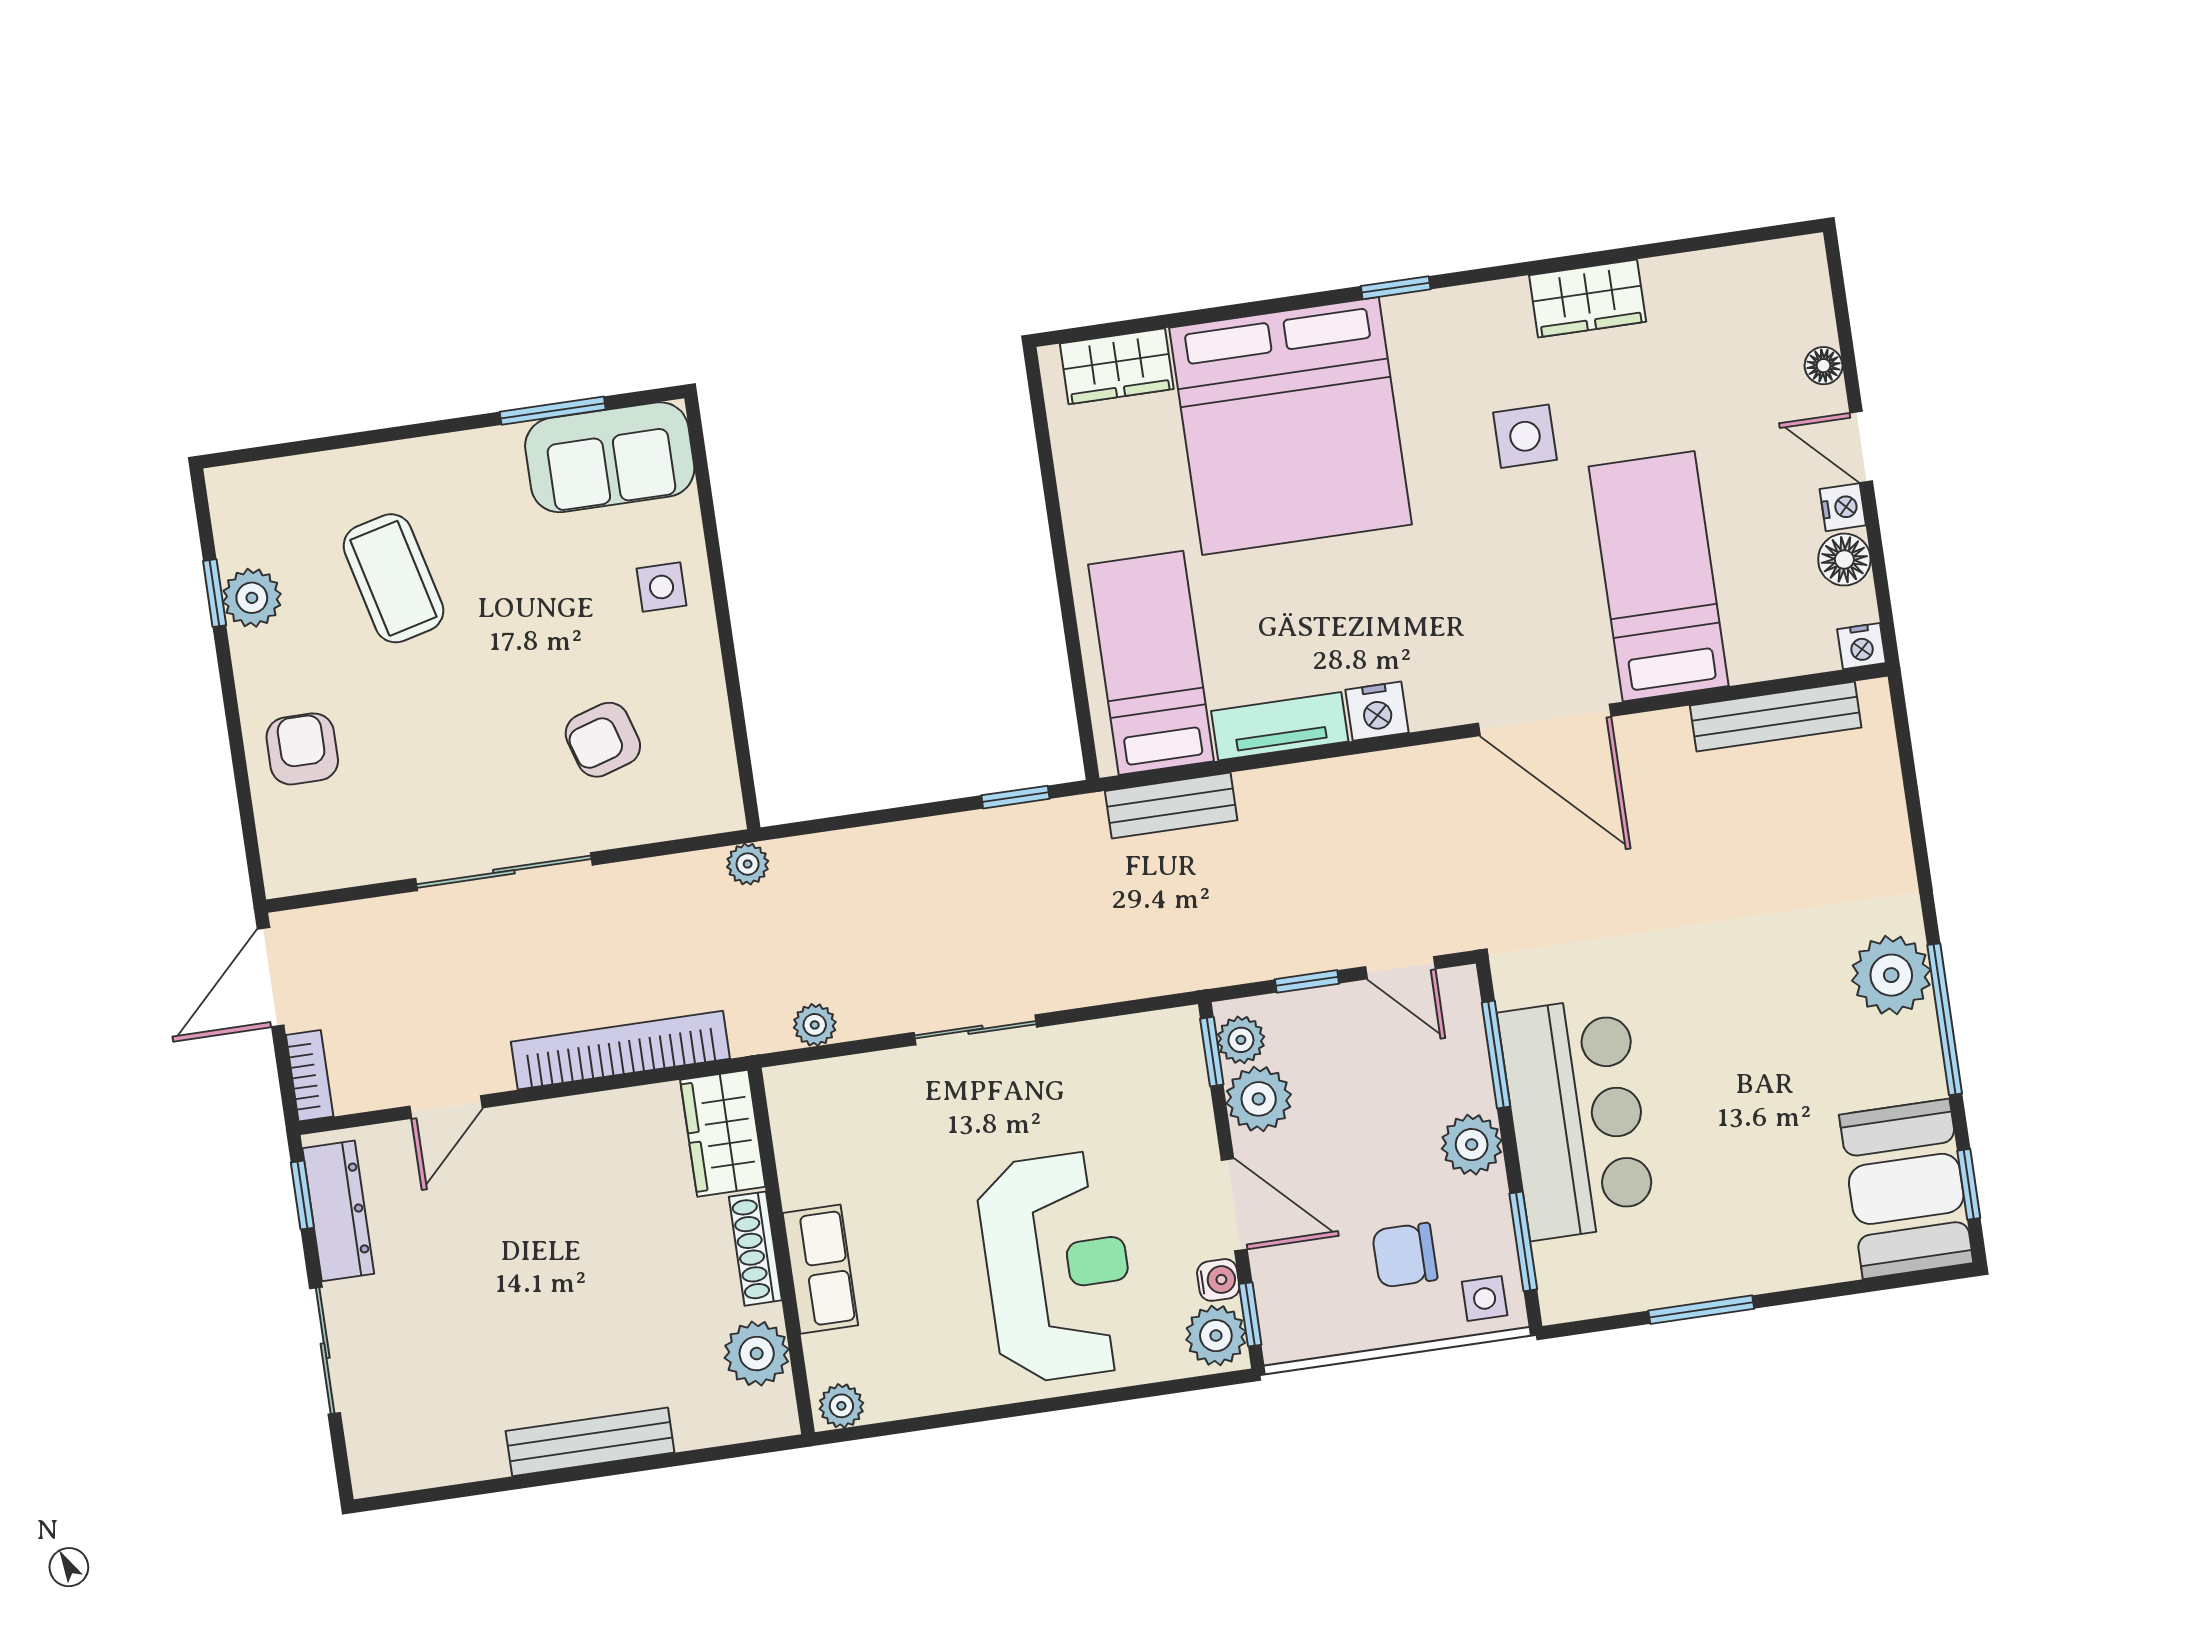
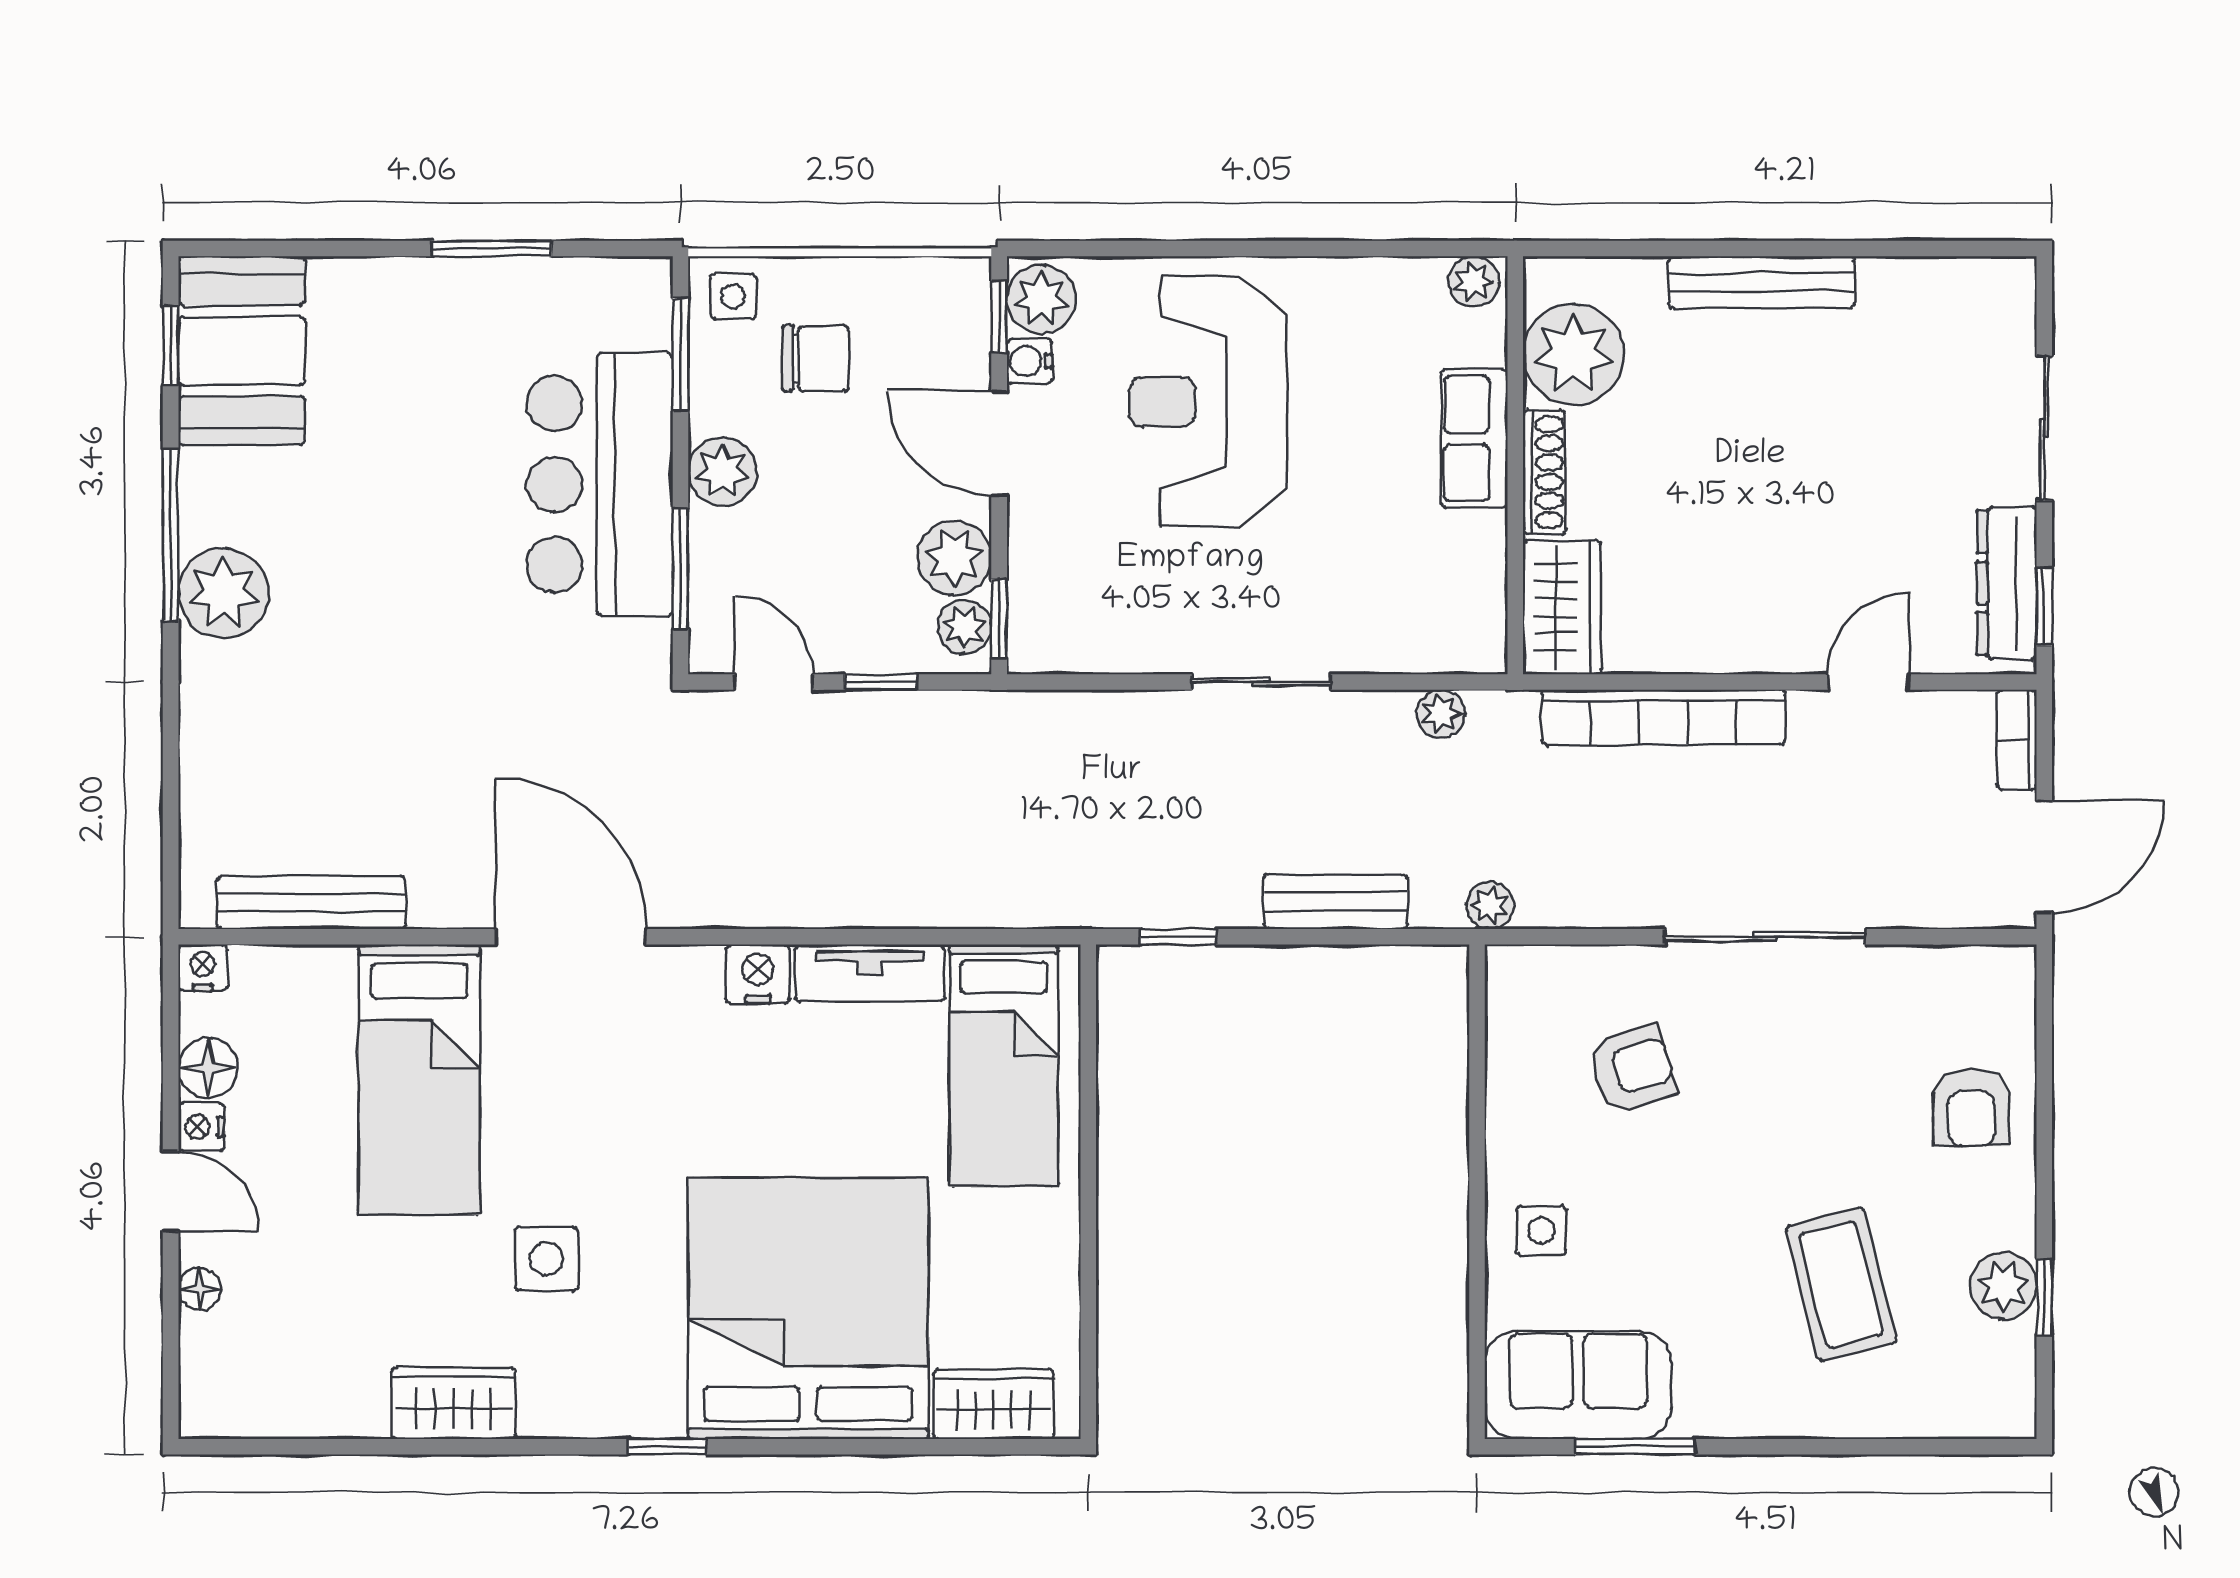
bench: (1171, 806) -> (1336, 902), moved
plant: (757, 1354) -> (1573, 354), width x1.36, depth x1.36

